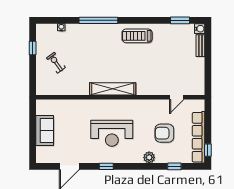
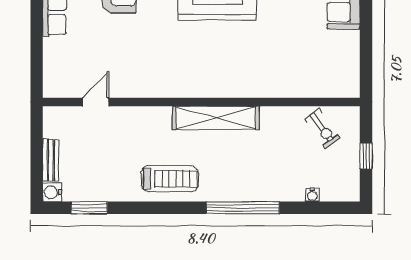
shelving: (113, 89) -> (216, 118), moved
wall: (120, 97) -> (201, 102), moved
door: (177, 97) -> (95, 102), moved

